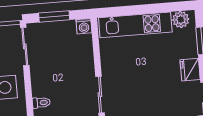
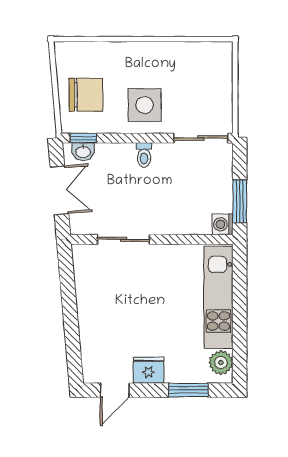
window: (54, 16) -> (240, 201), moved
toilet: (41, 103) -> (144, 155), moved

